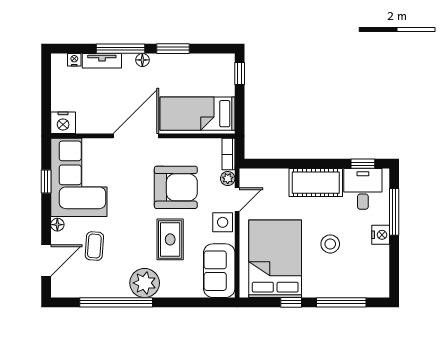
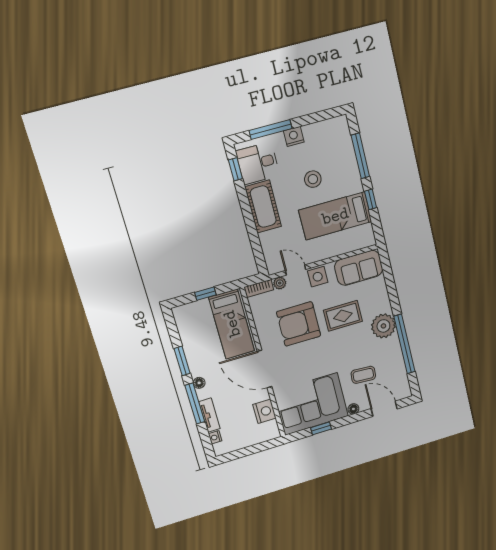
window: (240, 74) -> (205, 294), moved
nightstand: (63, 123) -> (264, 411), moved
armchair: (176, 187) -> (299, 324), turned -90
bed: (275, 259) -> (335, 216), width x0.67

